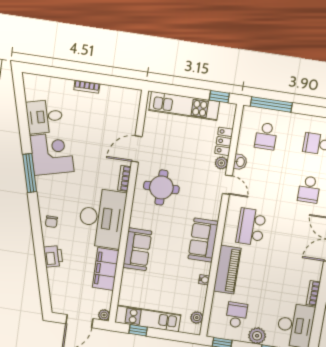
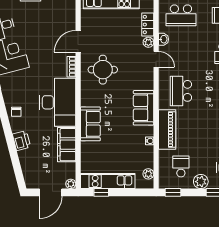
school desk: (266, 136) -> (181, 15), width x1.85

